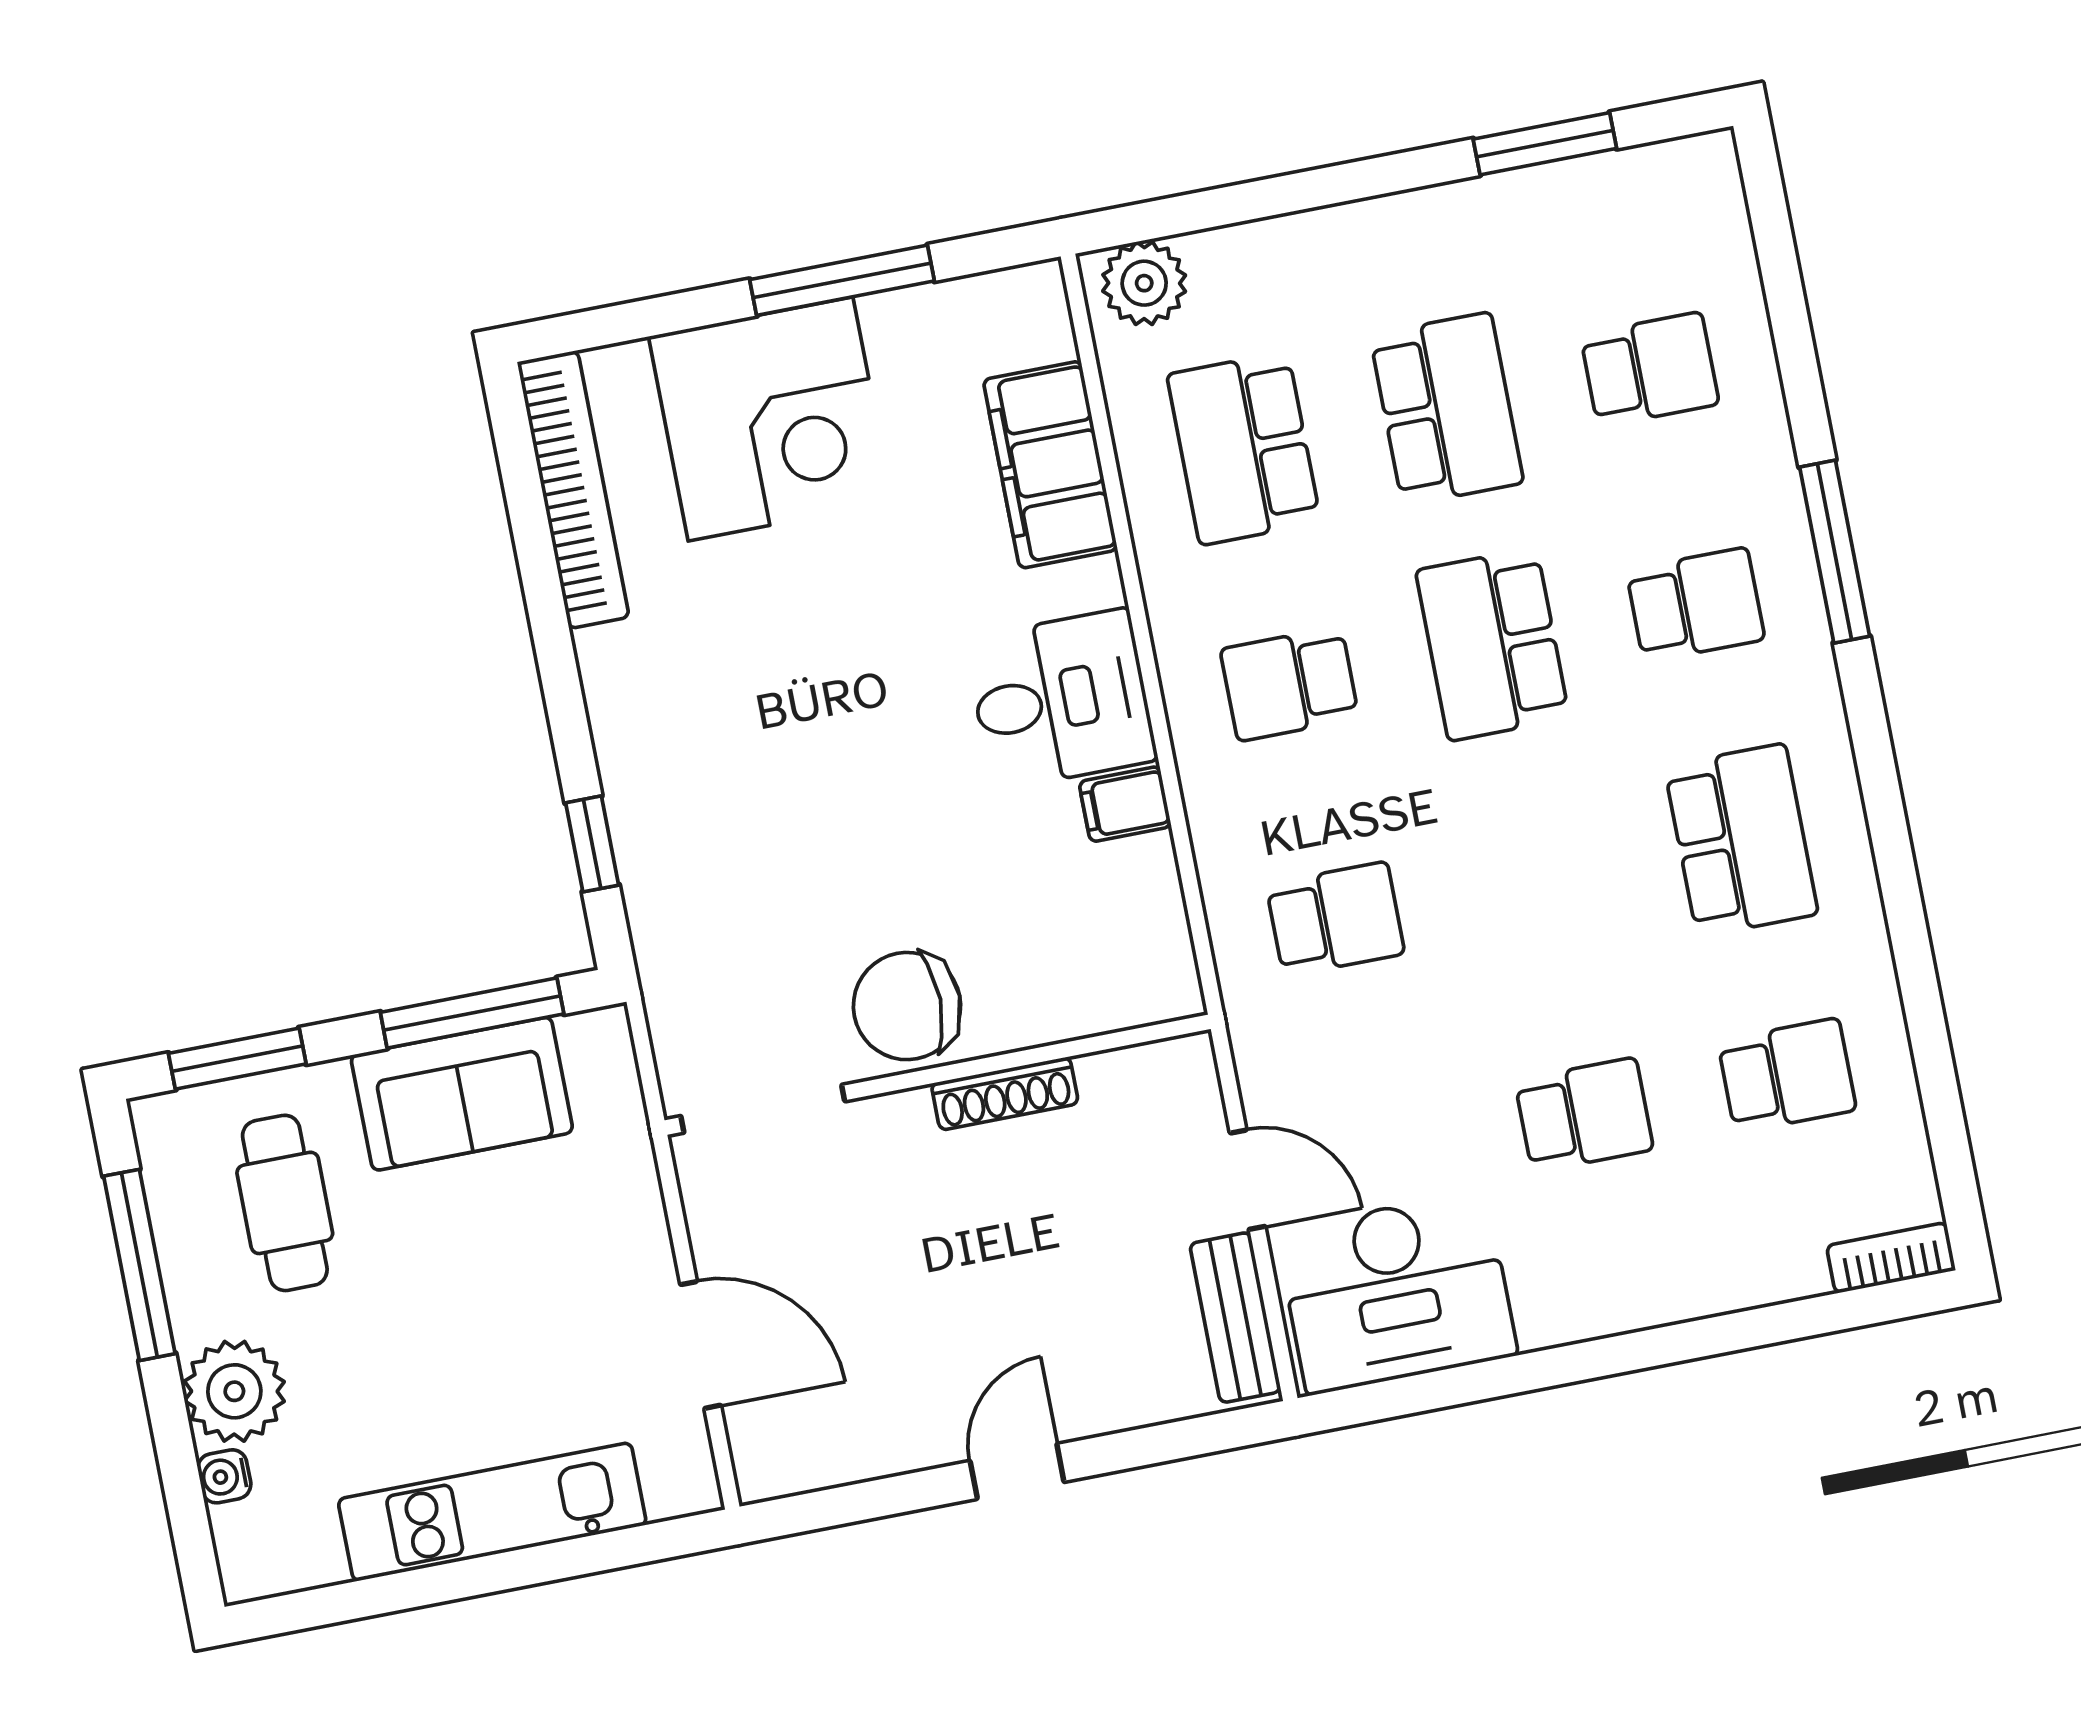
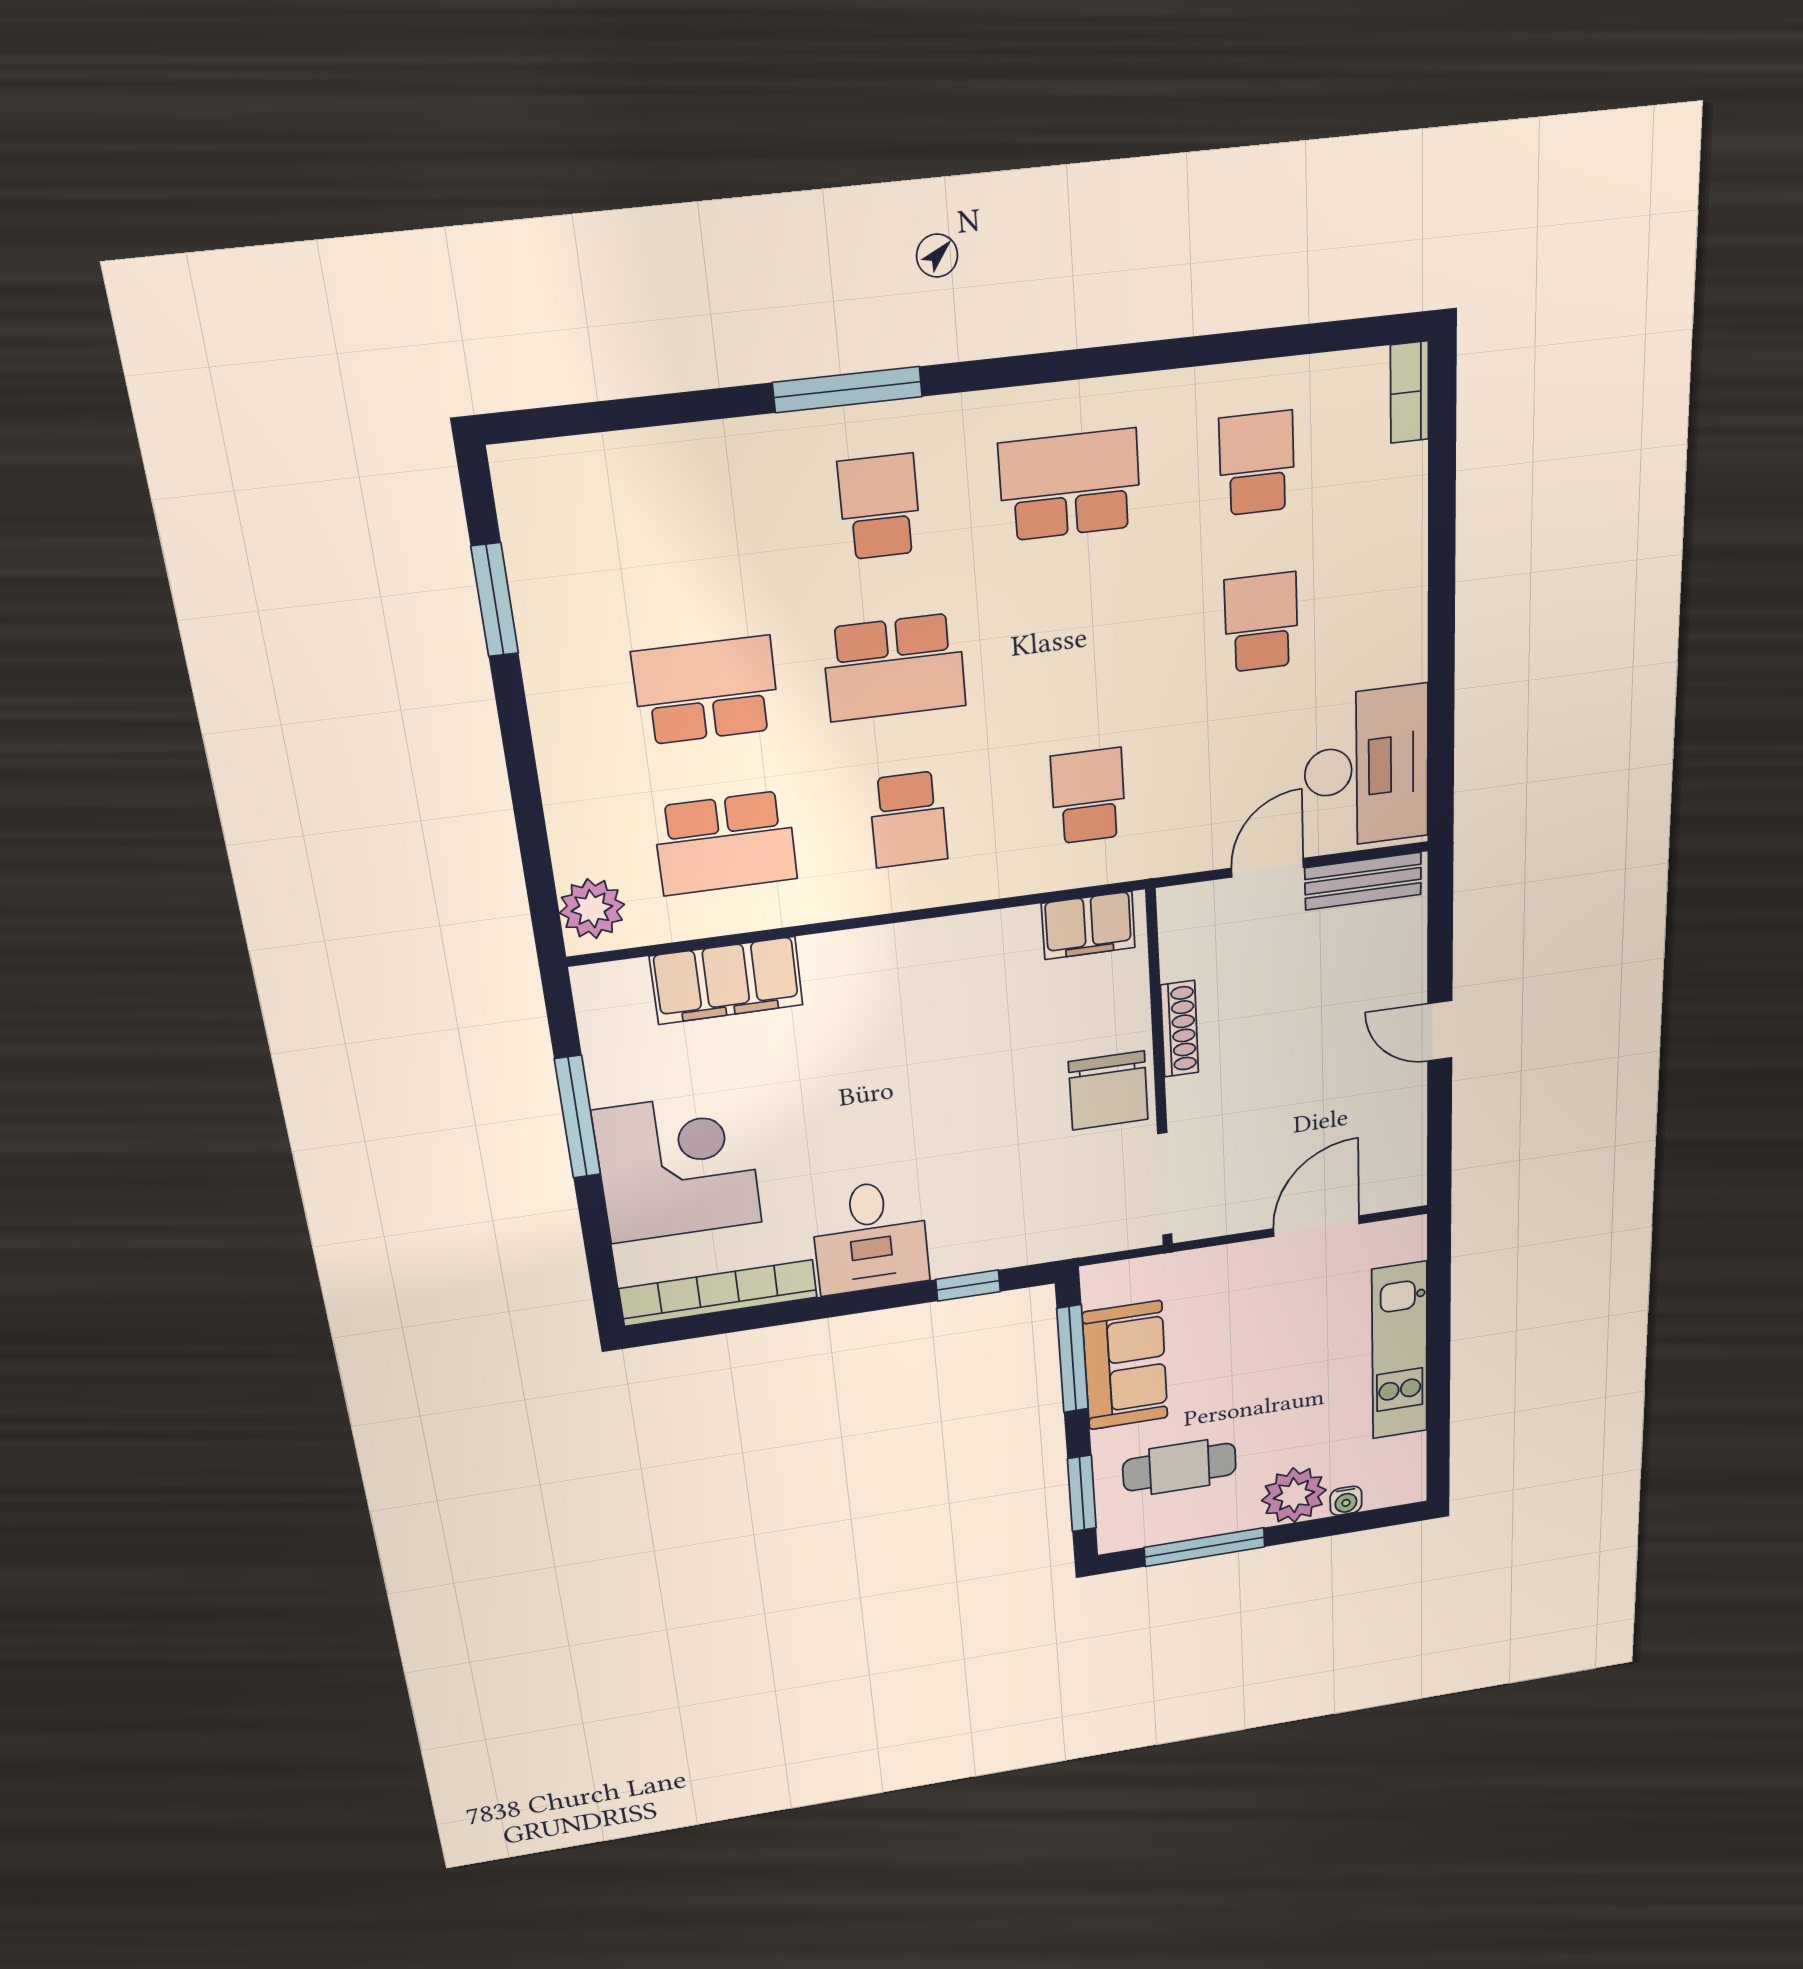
school desk: (1650, 369) -> (686, 529), removed
desk: (1061, 699) -> (870, 1237), moved, turned 180
filing cabinet: (1125, 804) -> (1088, 925), moved, width x2.00

